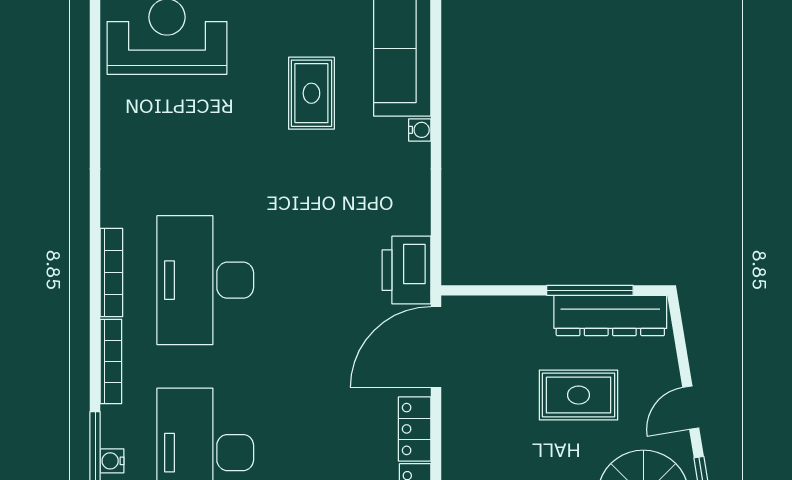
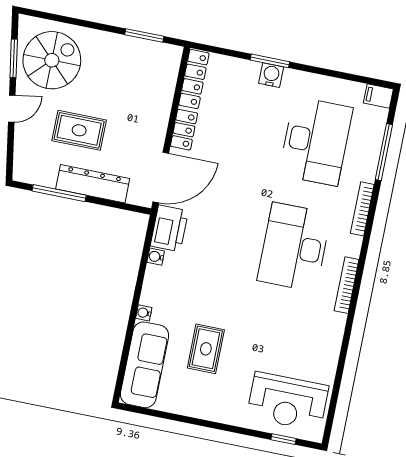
bookcase: (111, 273) -> (347, 285), moved
desk: (205, 280) -> (294, 247), turned 180
dresser: (610, 316) -> (93, 184), moved
water cooler: (112, 461) -> (156, 257), moved, turned 180

